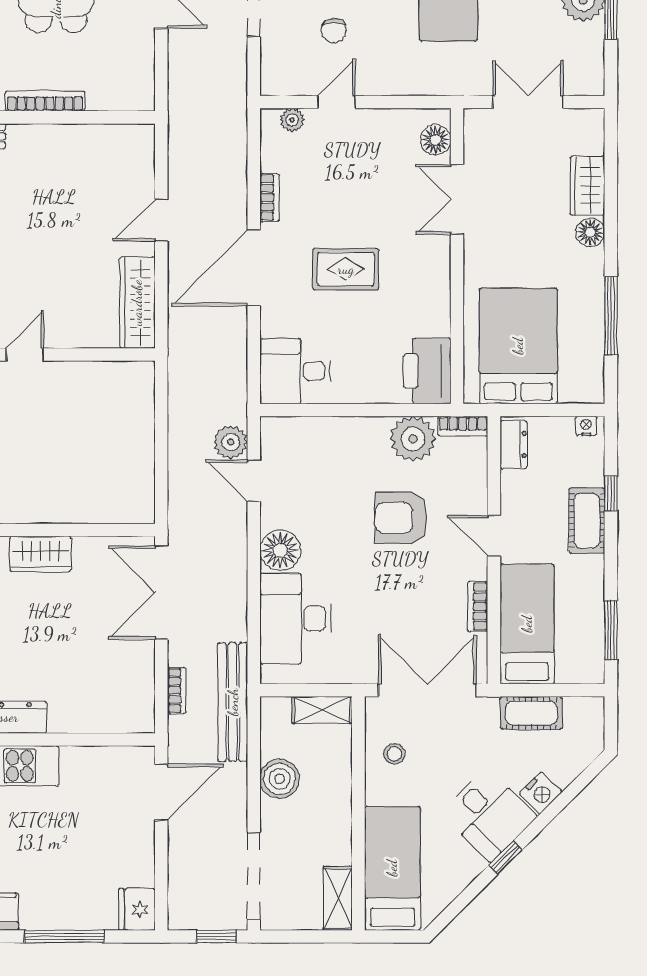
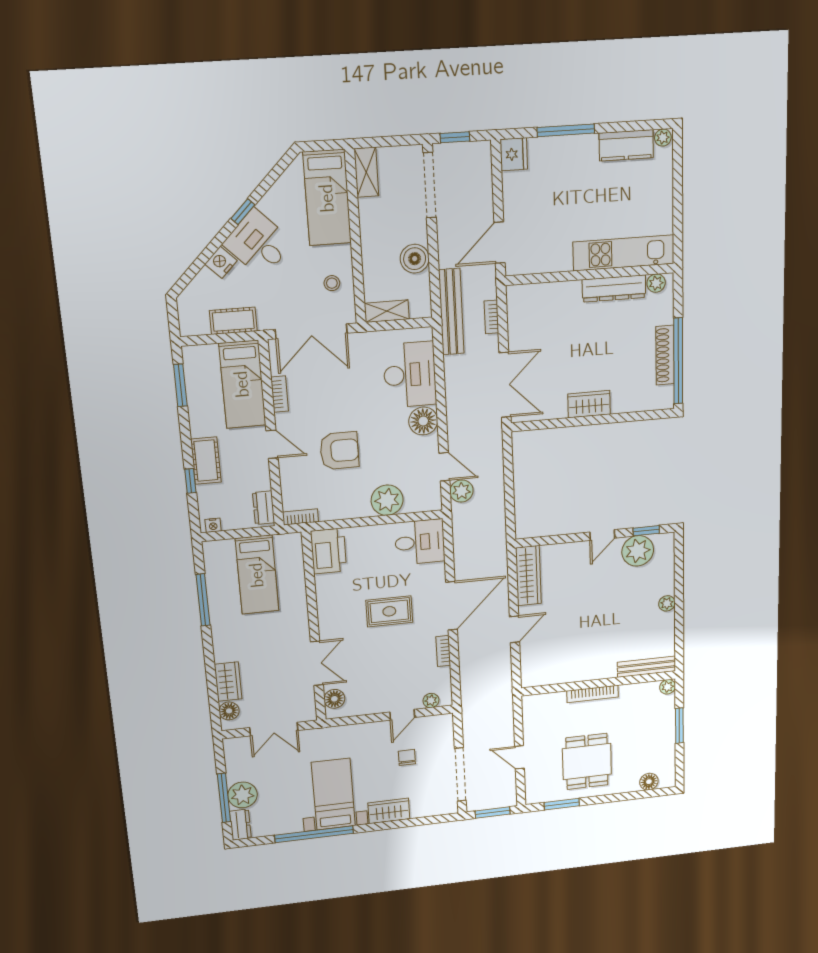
floor lamp: (590, 232) -> (229, 711), moved
bed: (518, 346) -> (257, 575), width x0.67
plant: (413, 439) -> (387, 500), moved

